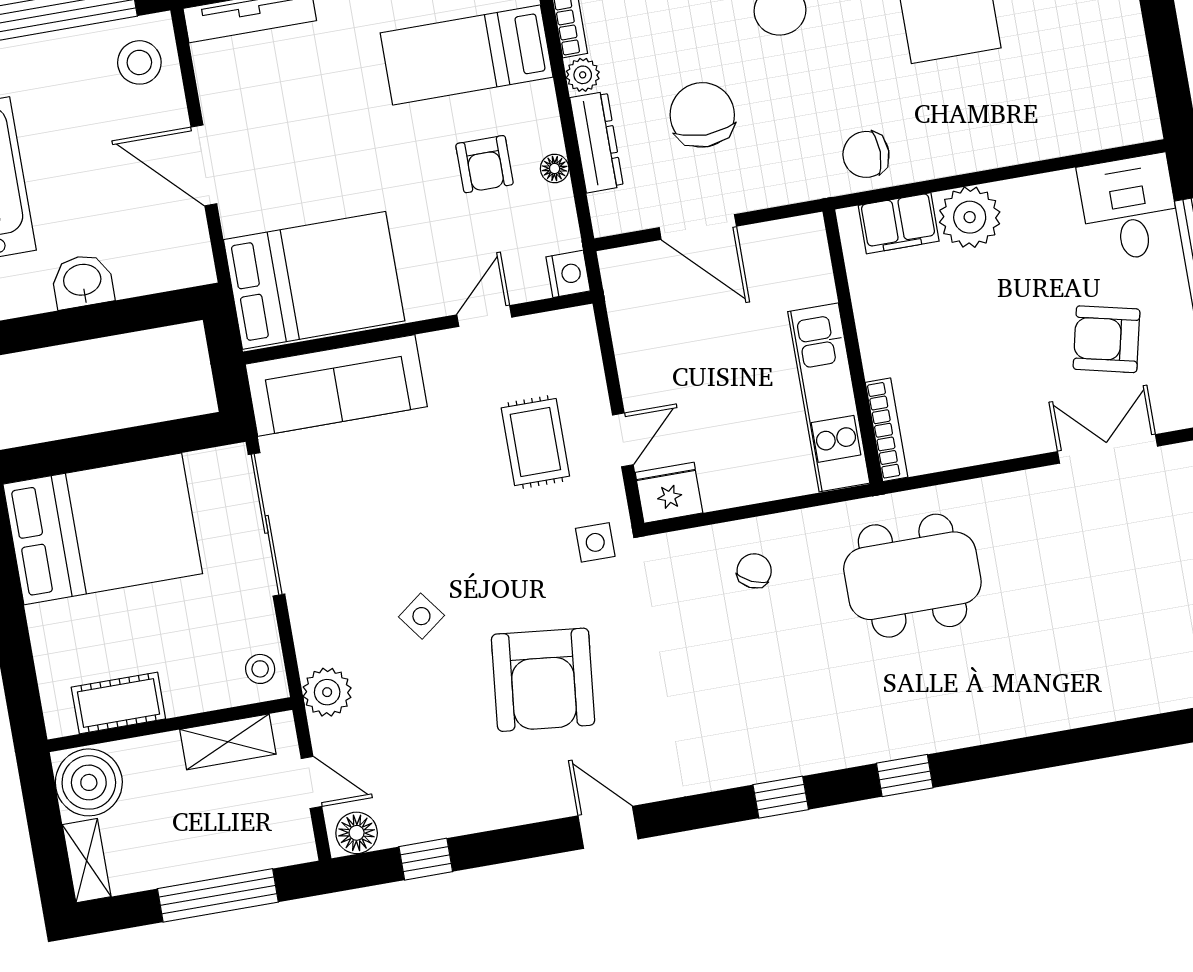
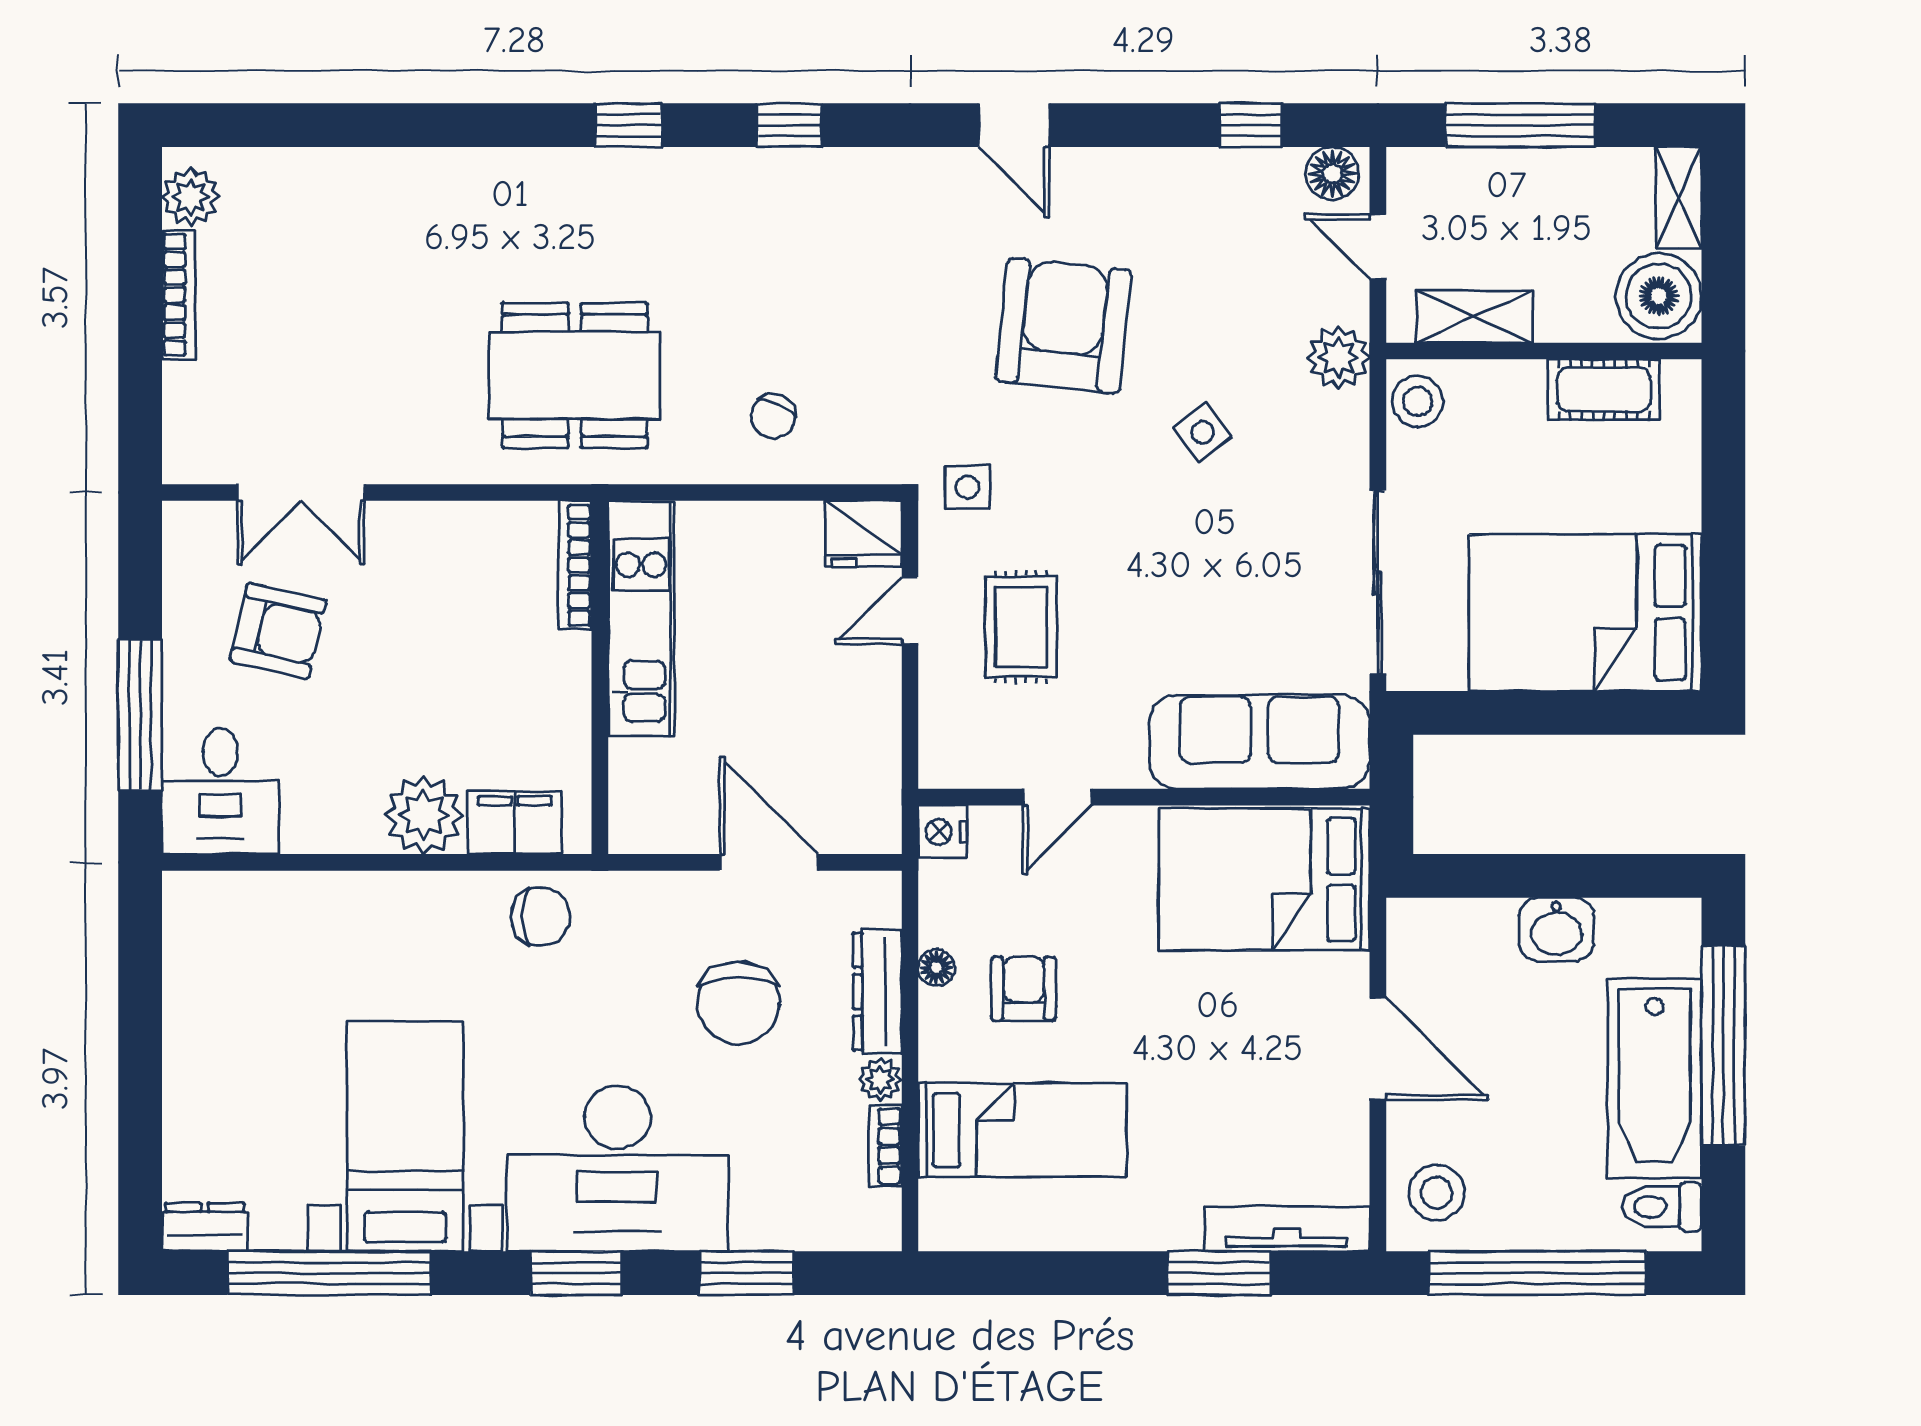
stool: (260, 669) -> (1418, 401), width x1.37, depth x1.37

